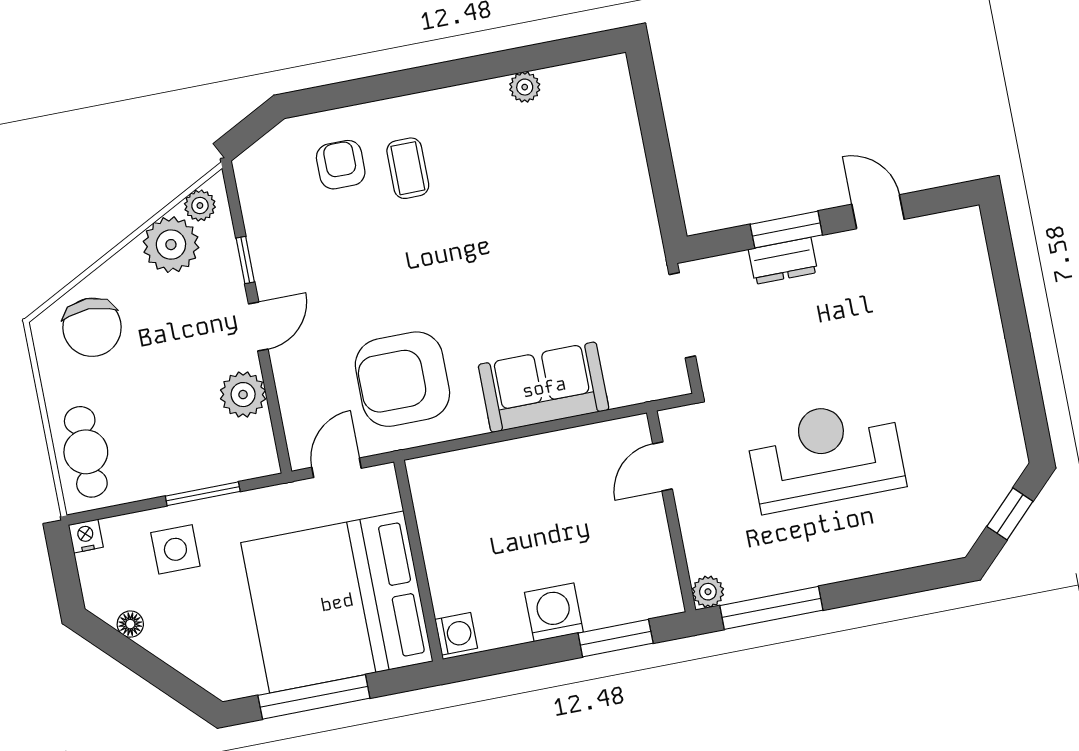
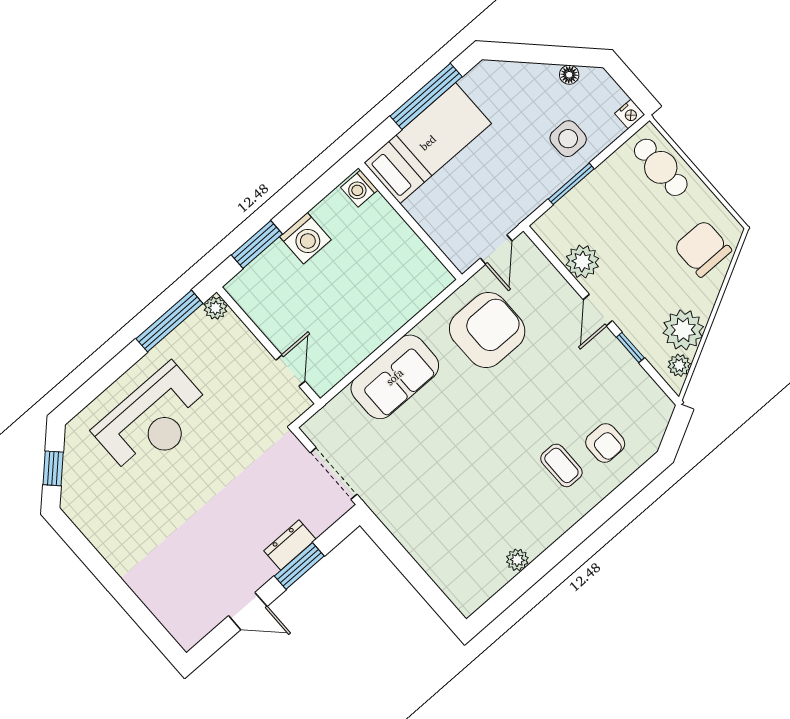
reception desk: (826, 455) -> (153, 420), moved
bed: (337, 602) -> (428, 143), width x0.49

